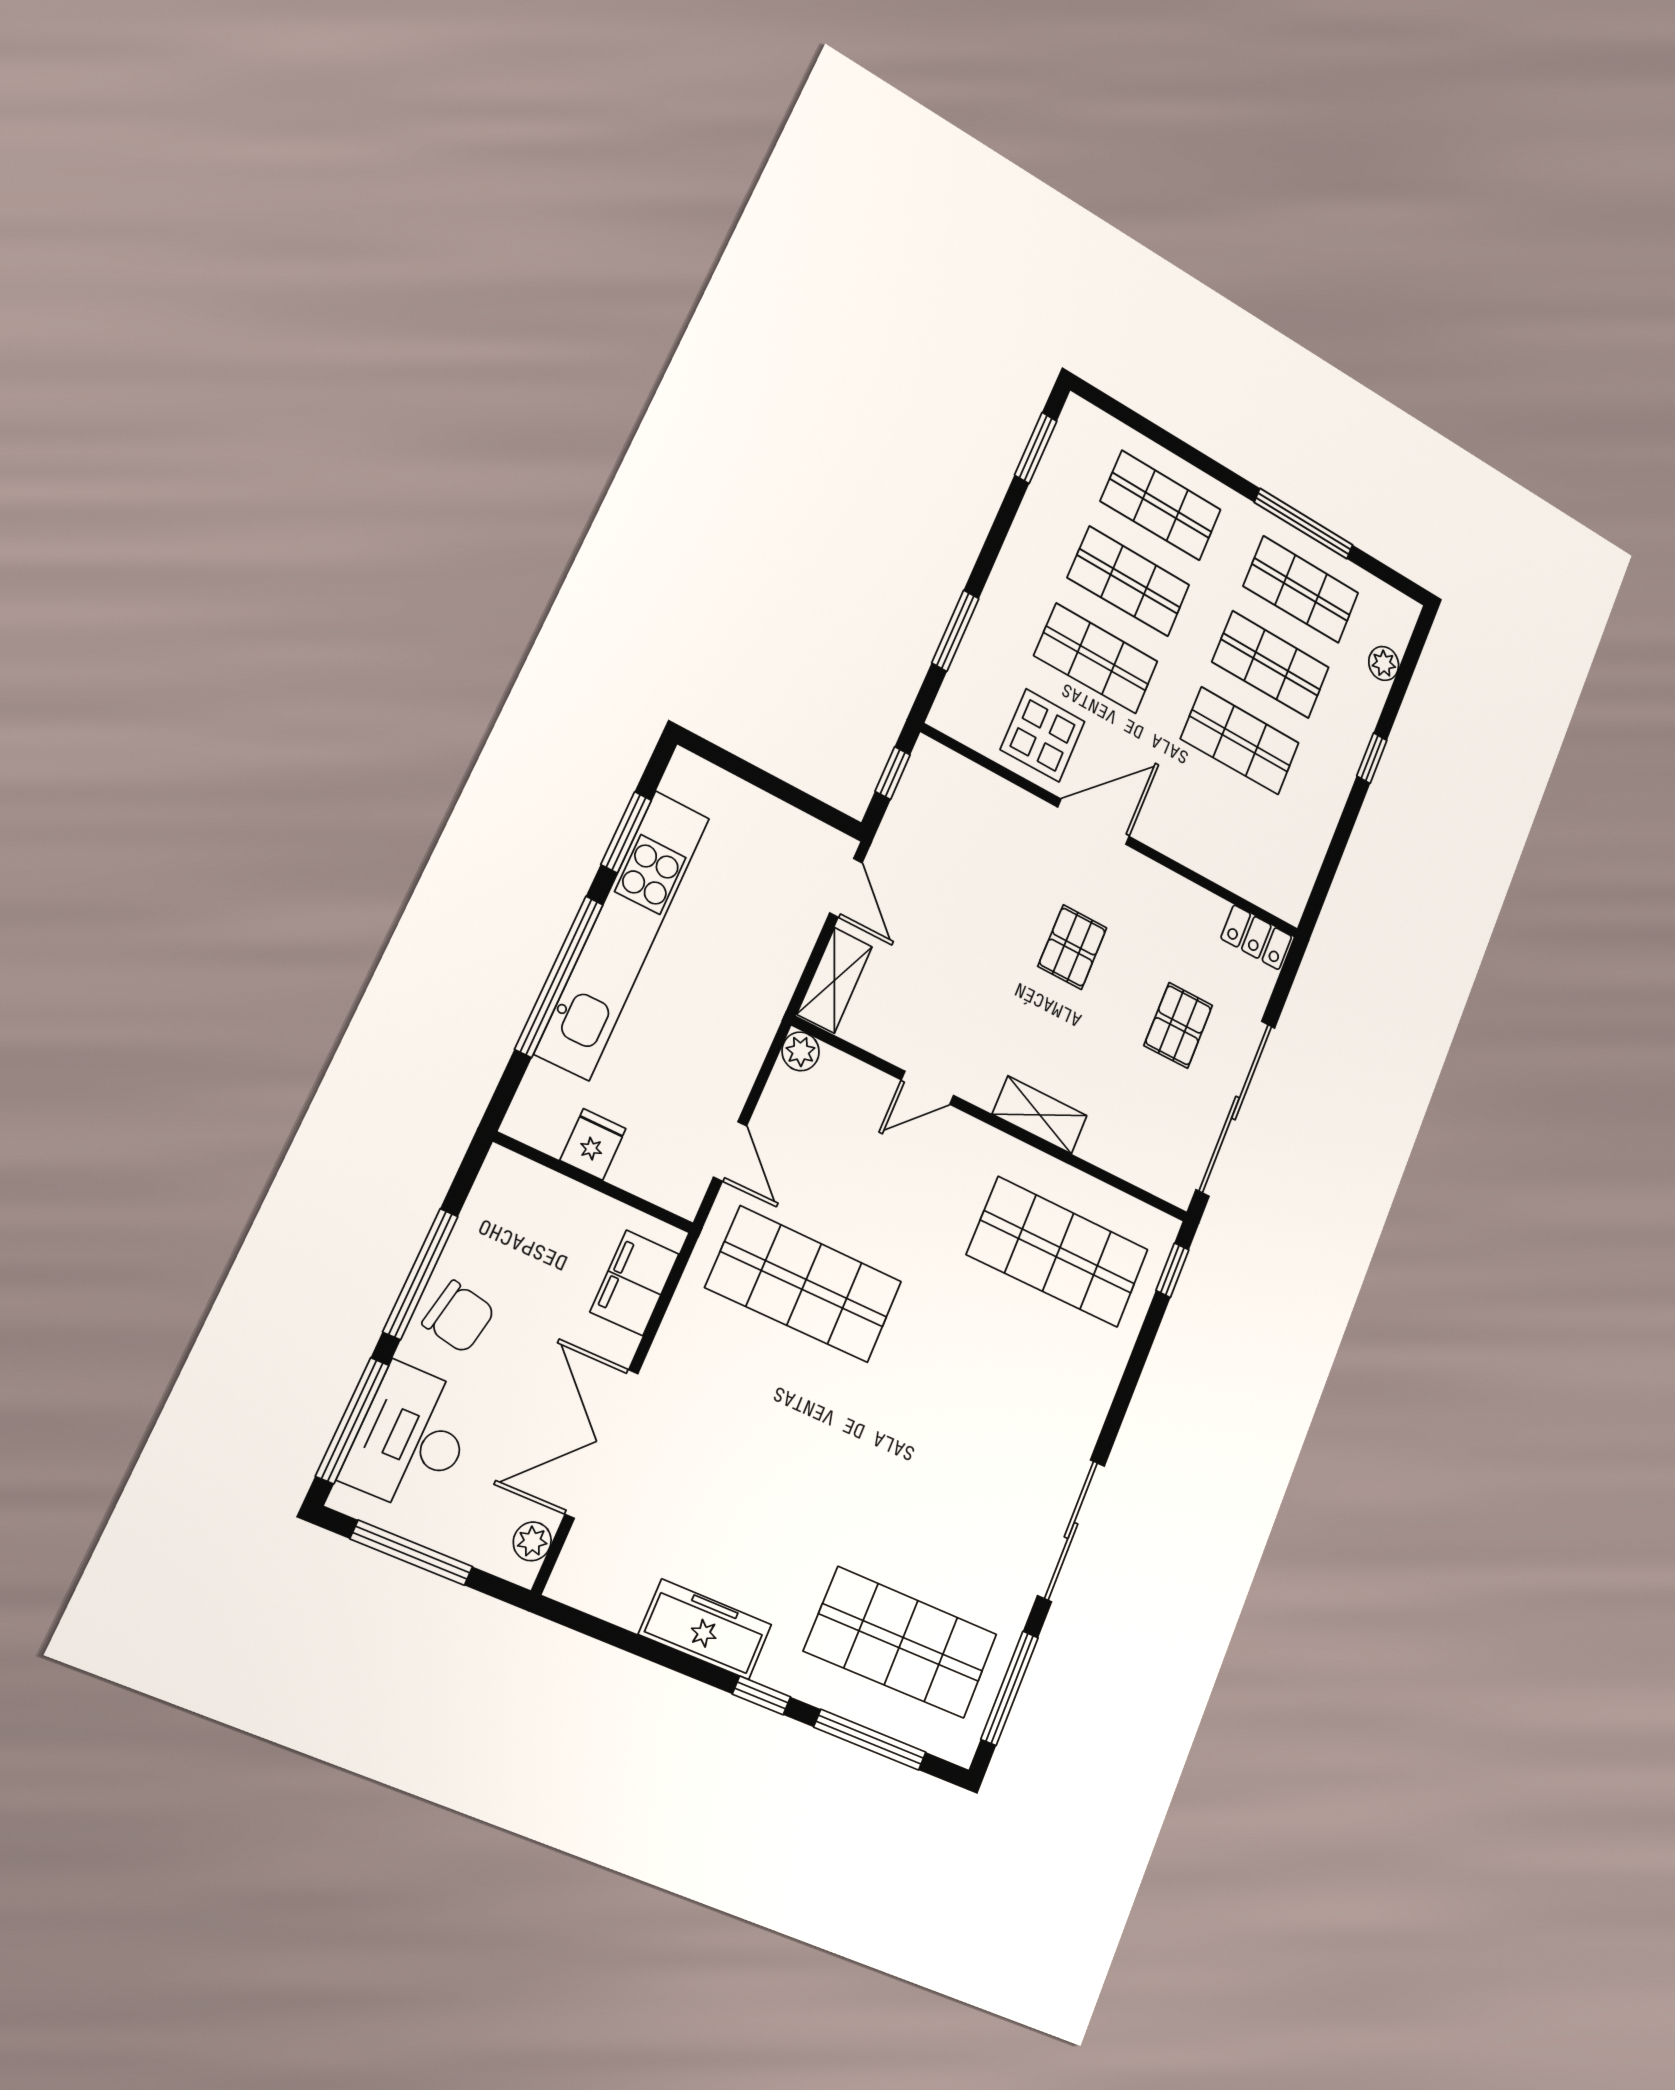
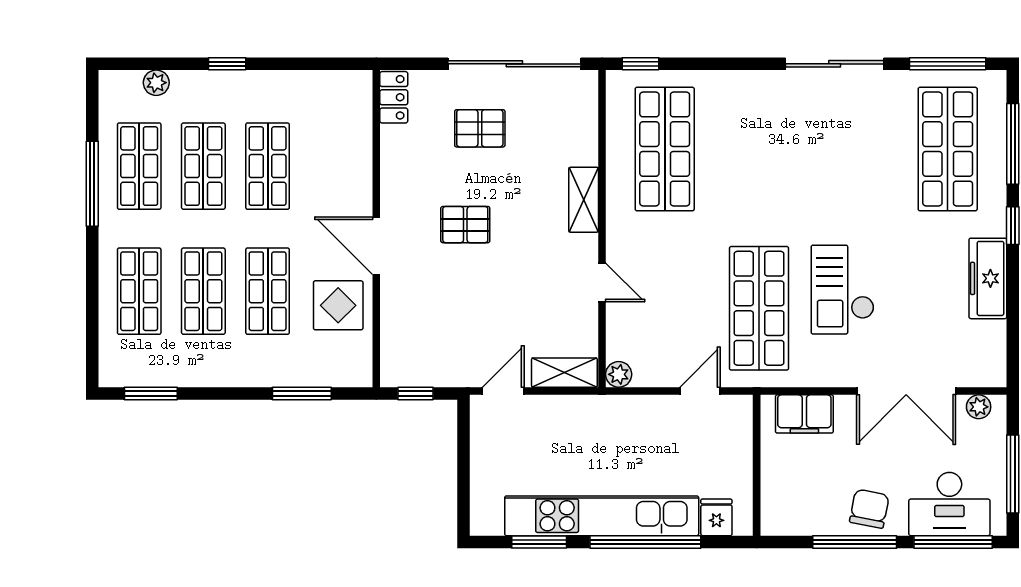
fridge: (593, 1144) -> (716, 517), moved, turned 90
checkout: (779, 1413) -> (843, 290), added

